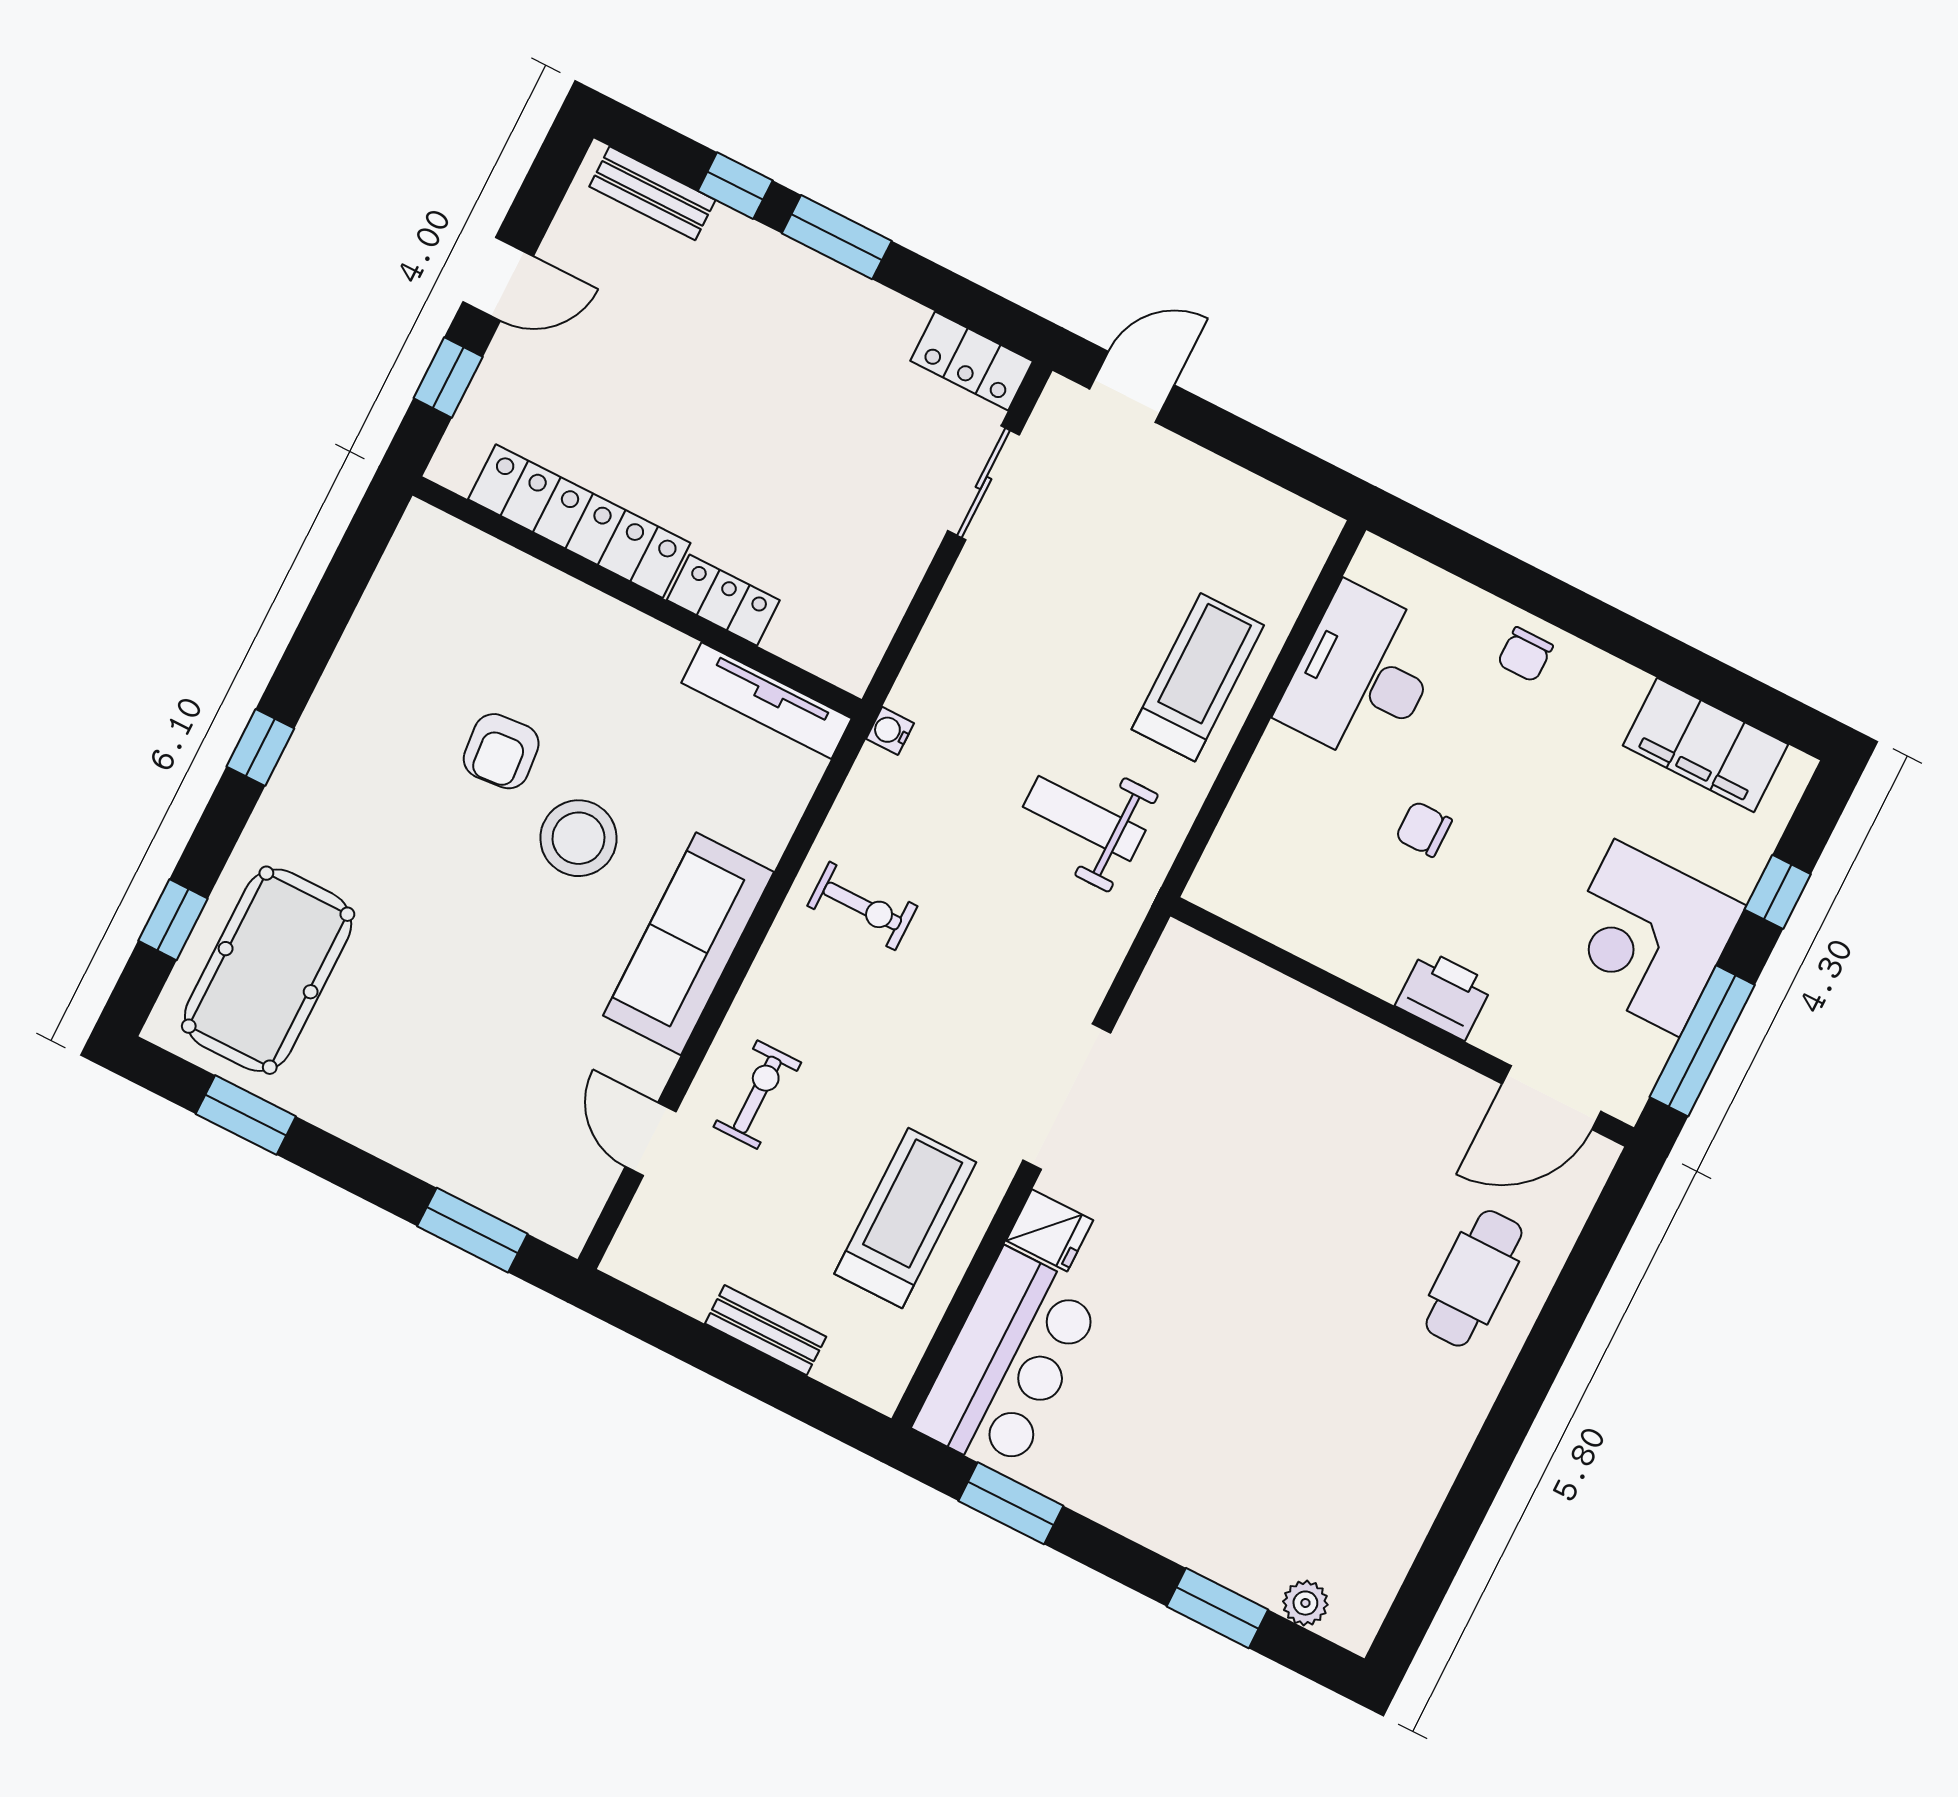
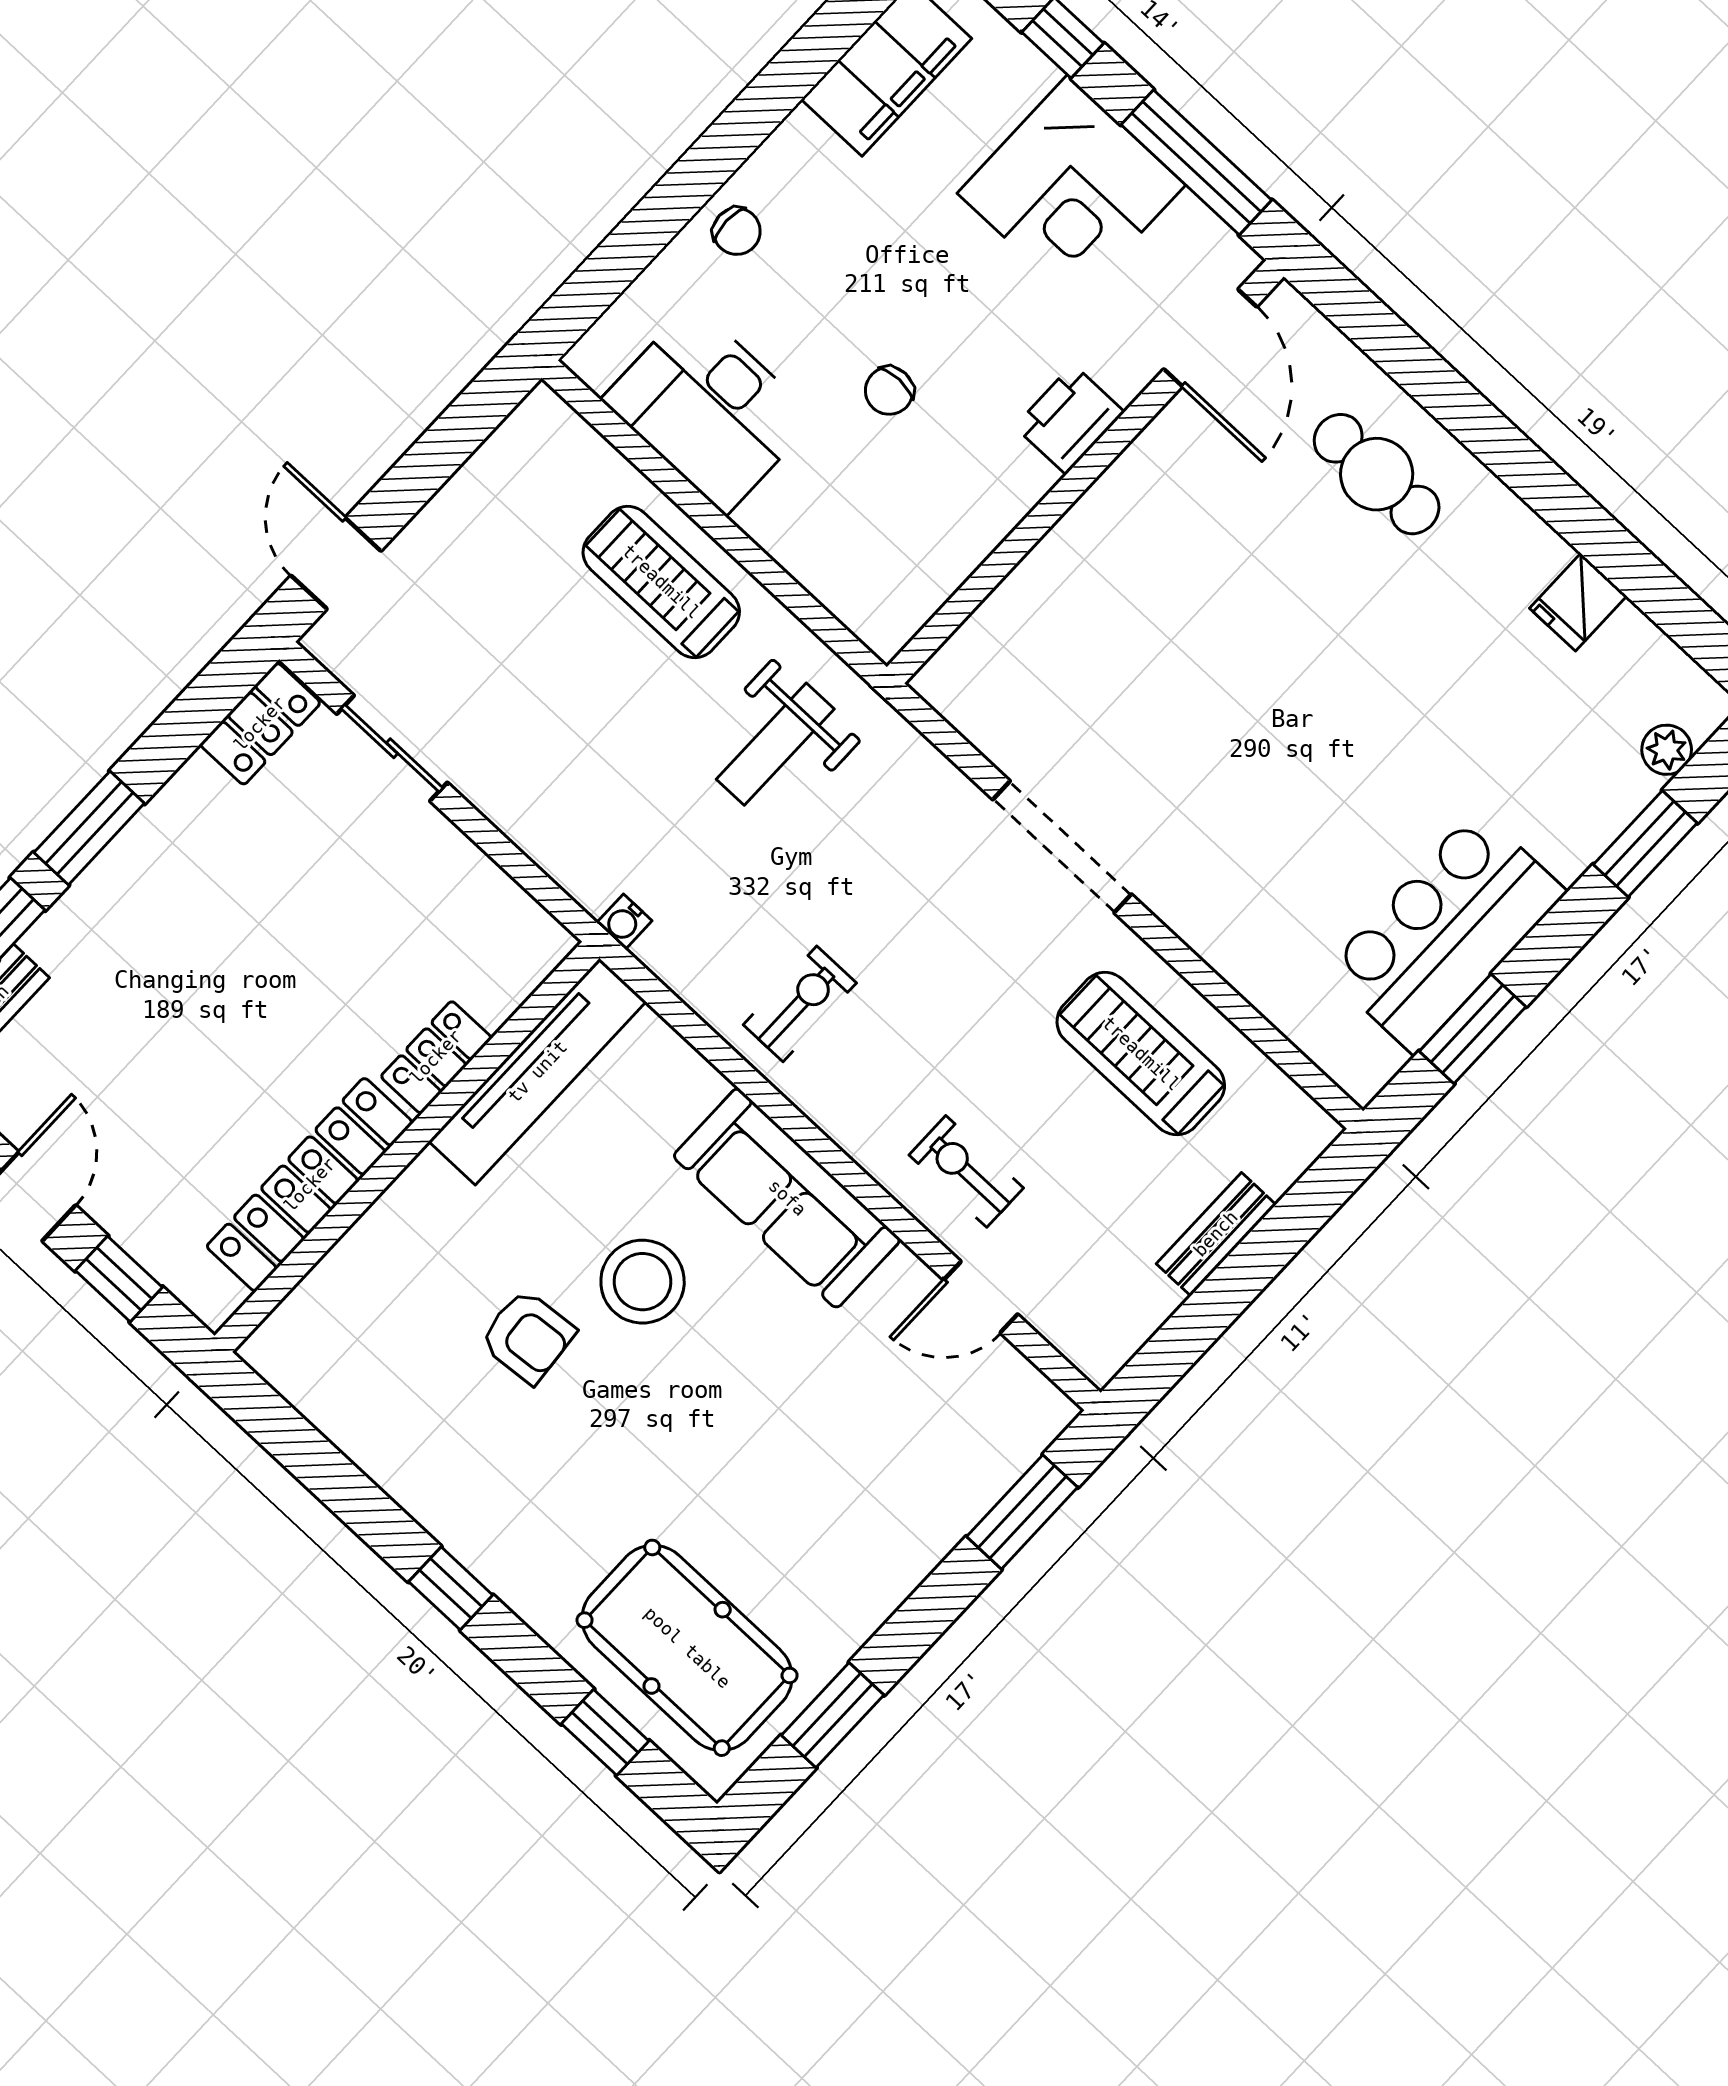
tv unit: (766, 701) -> (538, 1072), width x1.36, depth x1.29
fridge: (1050, 1230) -> (1578, 602), moved, turned 180
bar counter: (1008, 1362) -> (1446, 931), moved, turned -90

